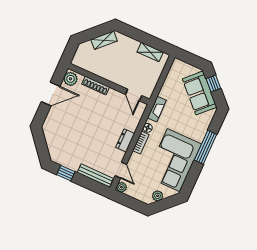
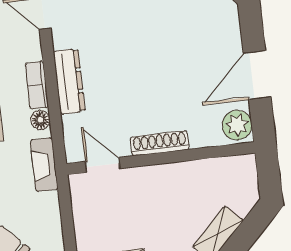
shoe rack: (96, 86) -> (160, 143), moved
dresser: (125, 140) -> (69, 81), width x1.44

